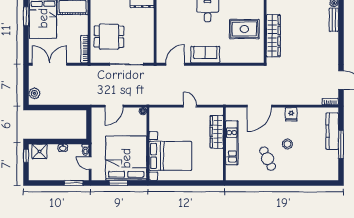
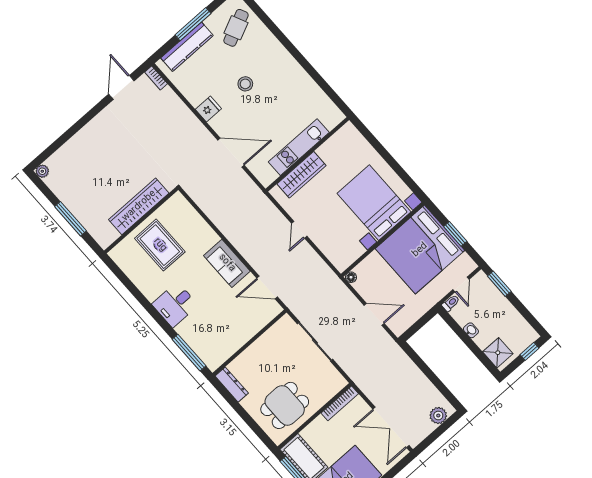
bench: (334, 20) -> (61, 155), removed
dining table: (109, 37) -> (285, 405), moved, turned 90
window: (26, 156) -> (529, 351), moved
cafe table: (268, 159) -> (236, 28), moved

